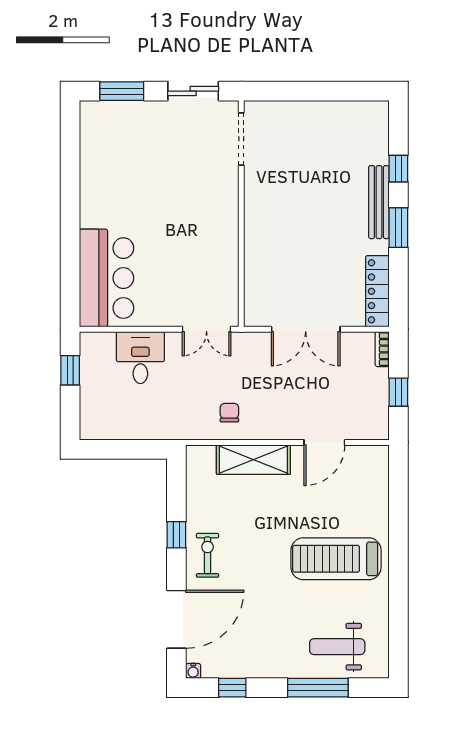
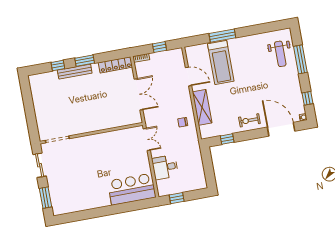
window: (398, 530) -> (222, 36), added
window: (176, 535) -> (227, 139), moved
treadmill: (336, 559) -> (221, 62), moved

